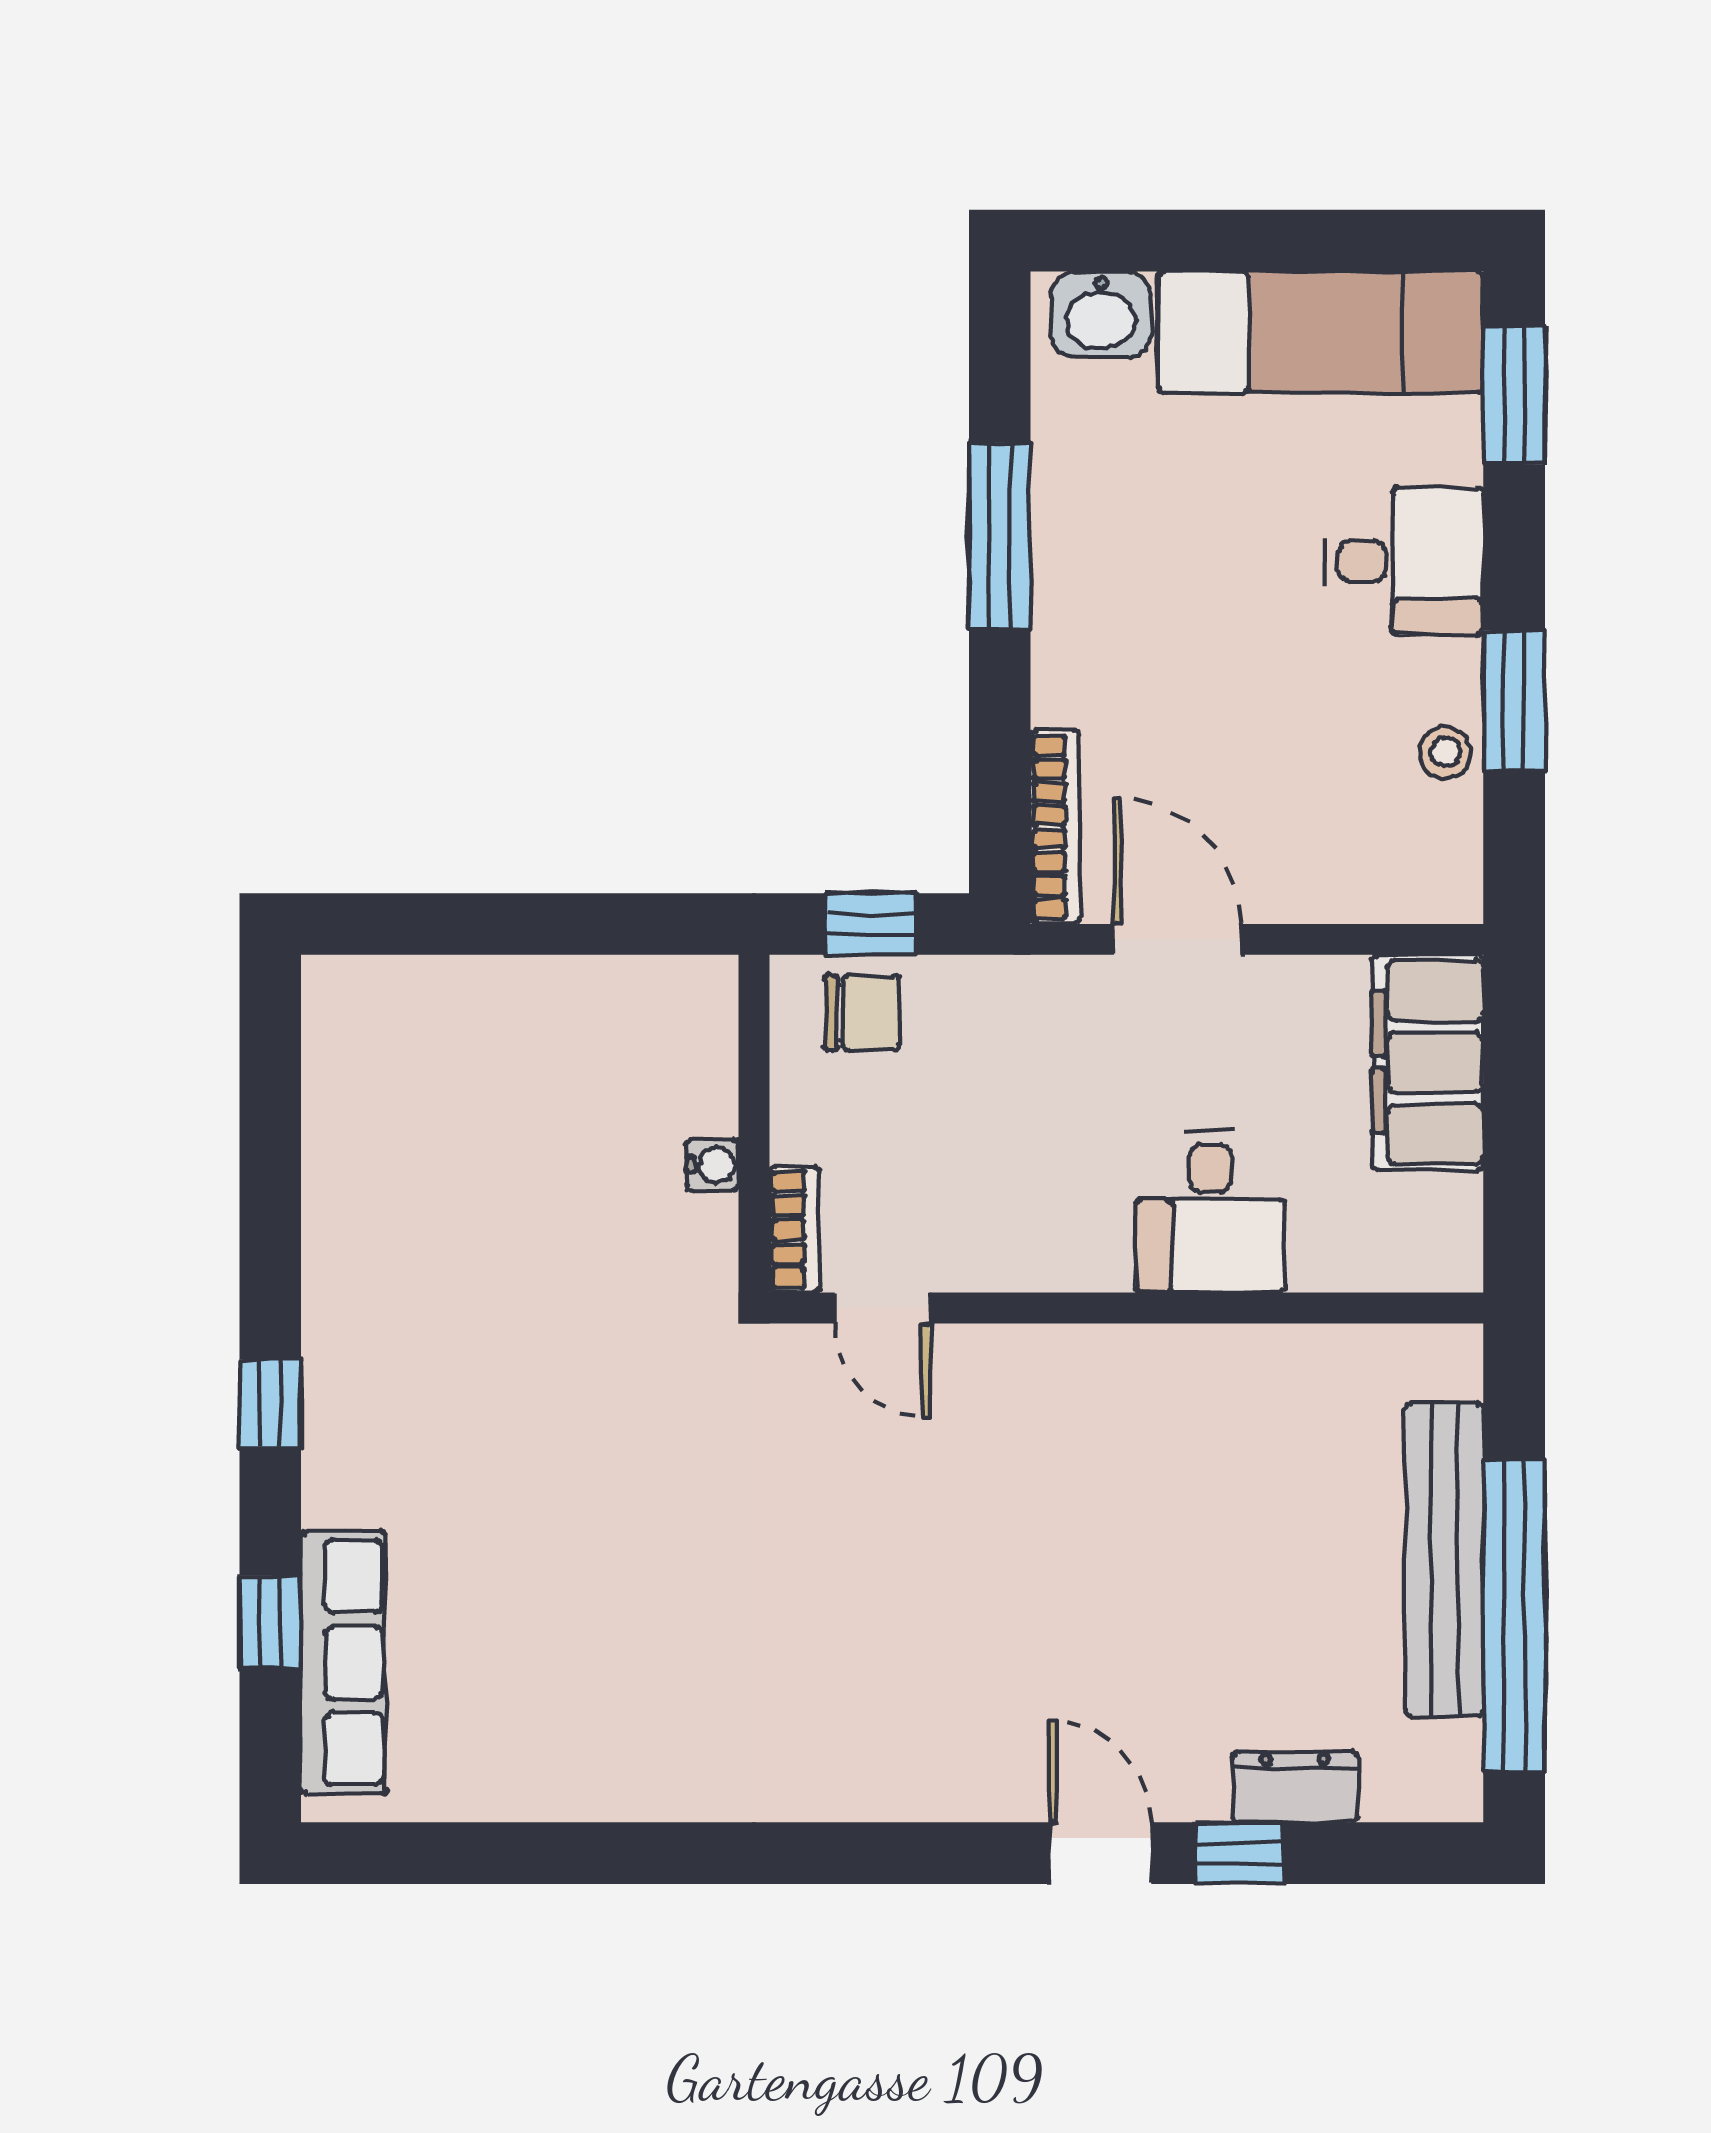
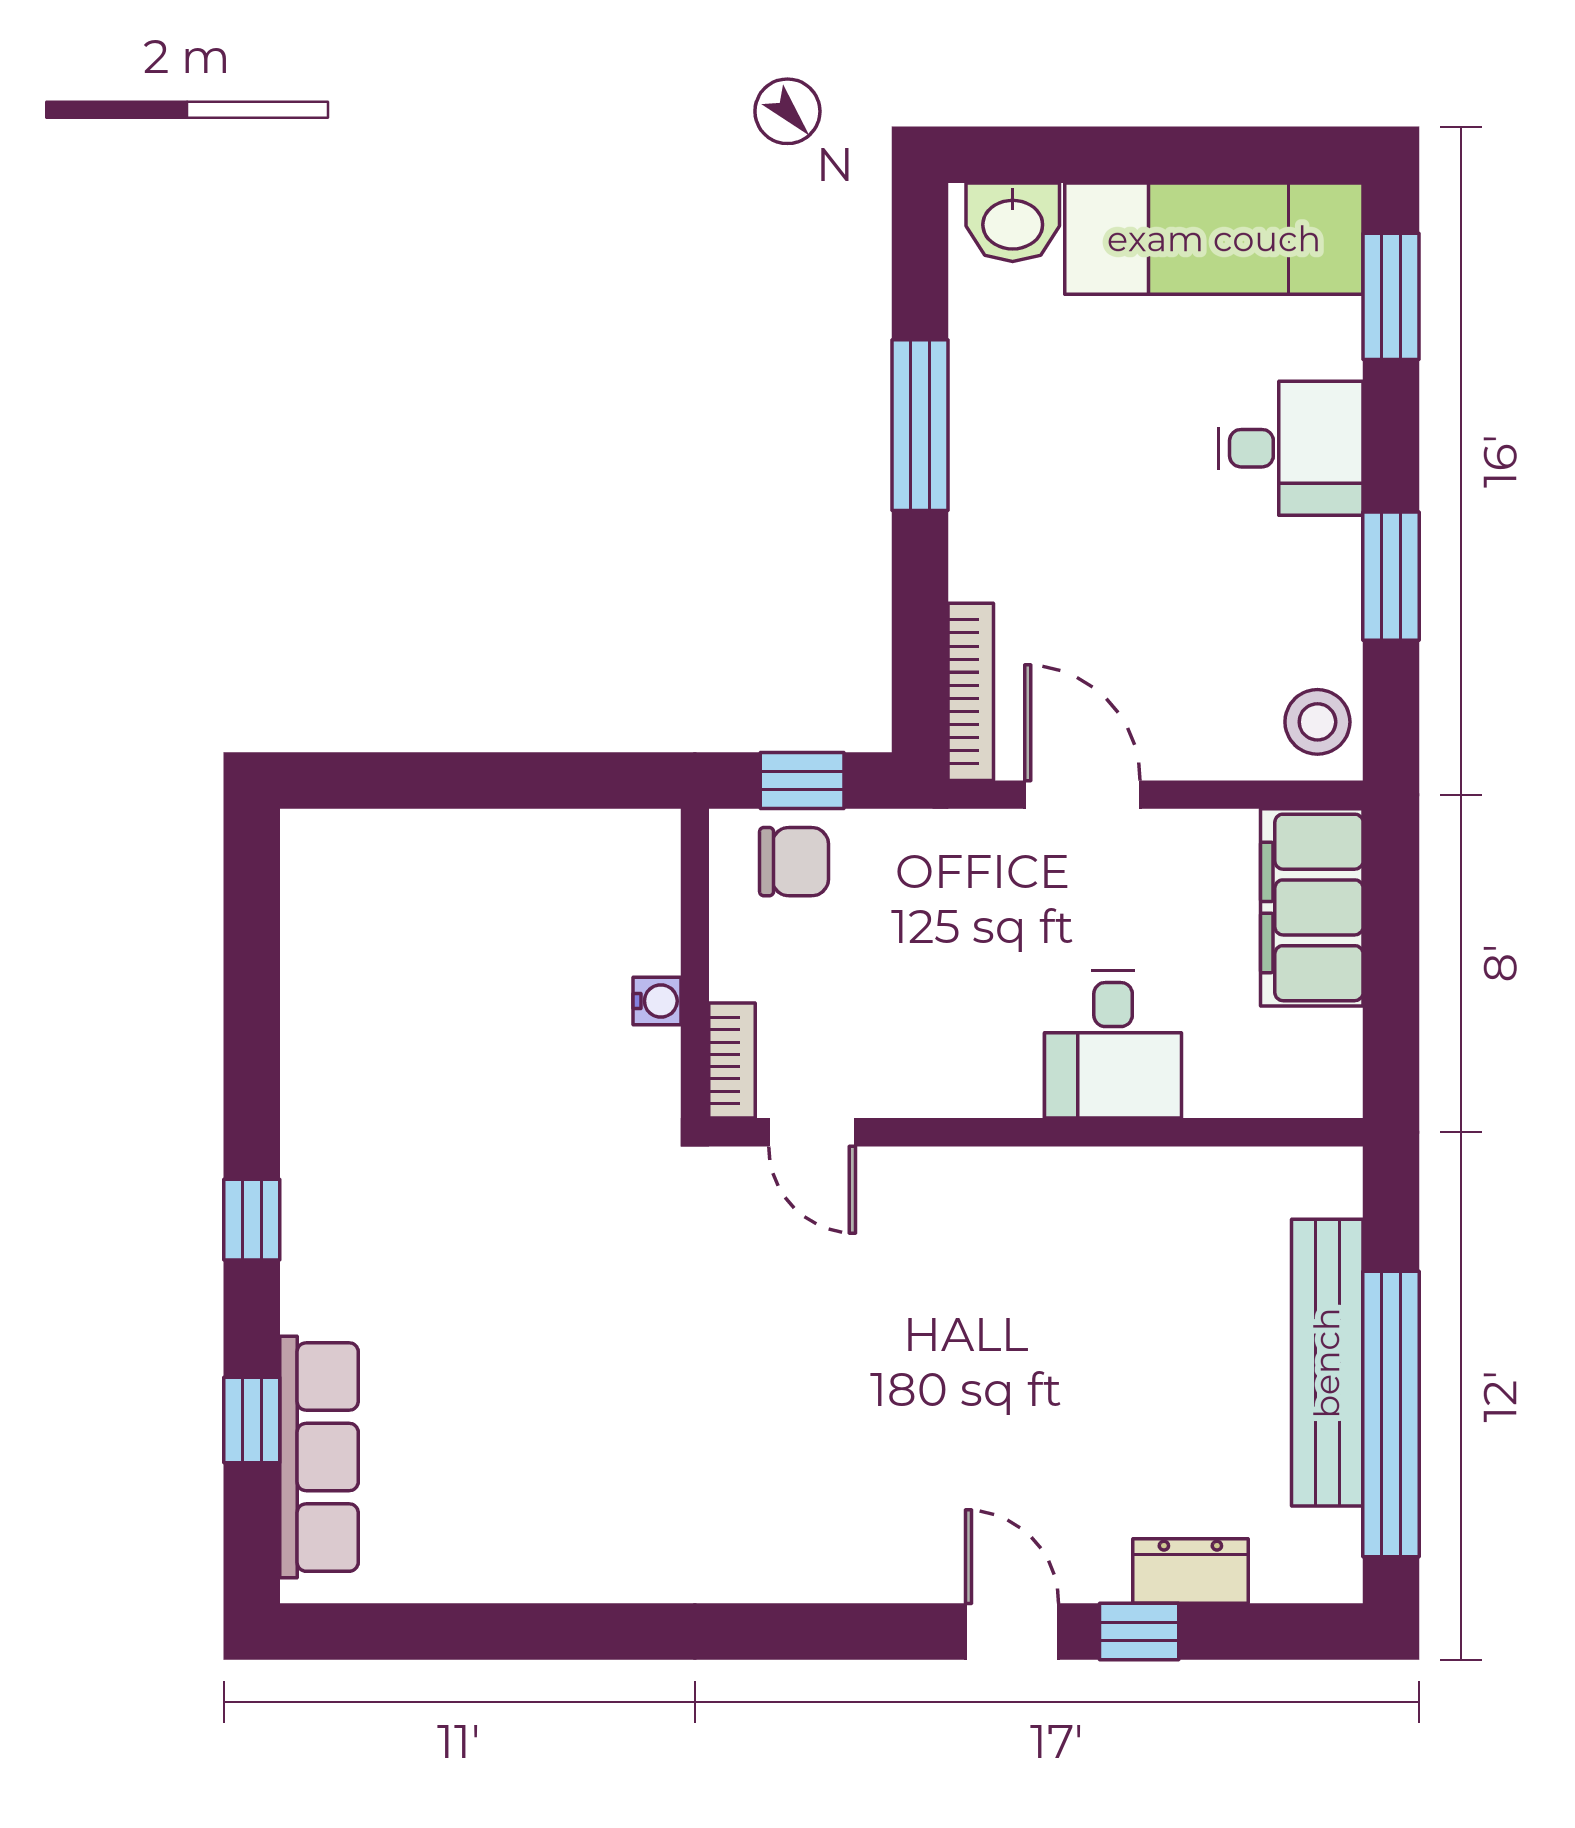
stool: (1445, 753) -> (1317, 722), moved, width x1.37, depth x1.37

